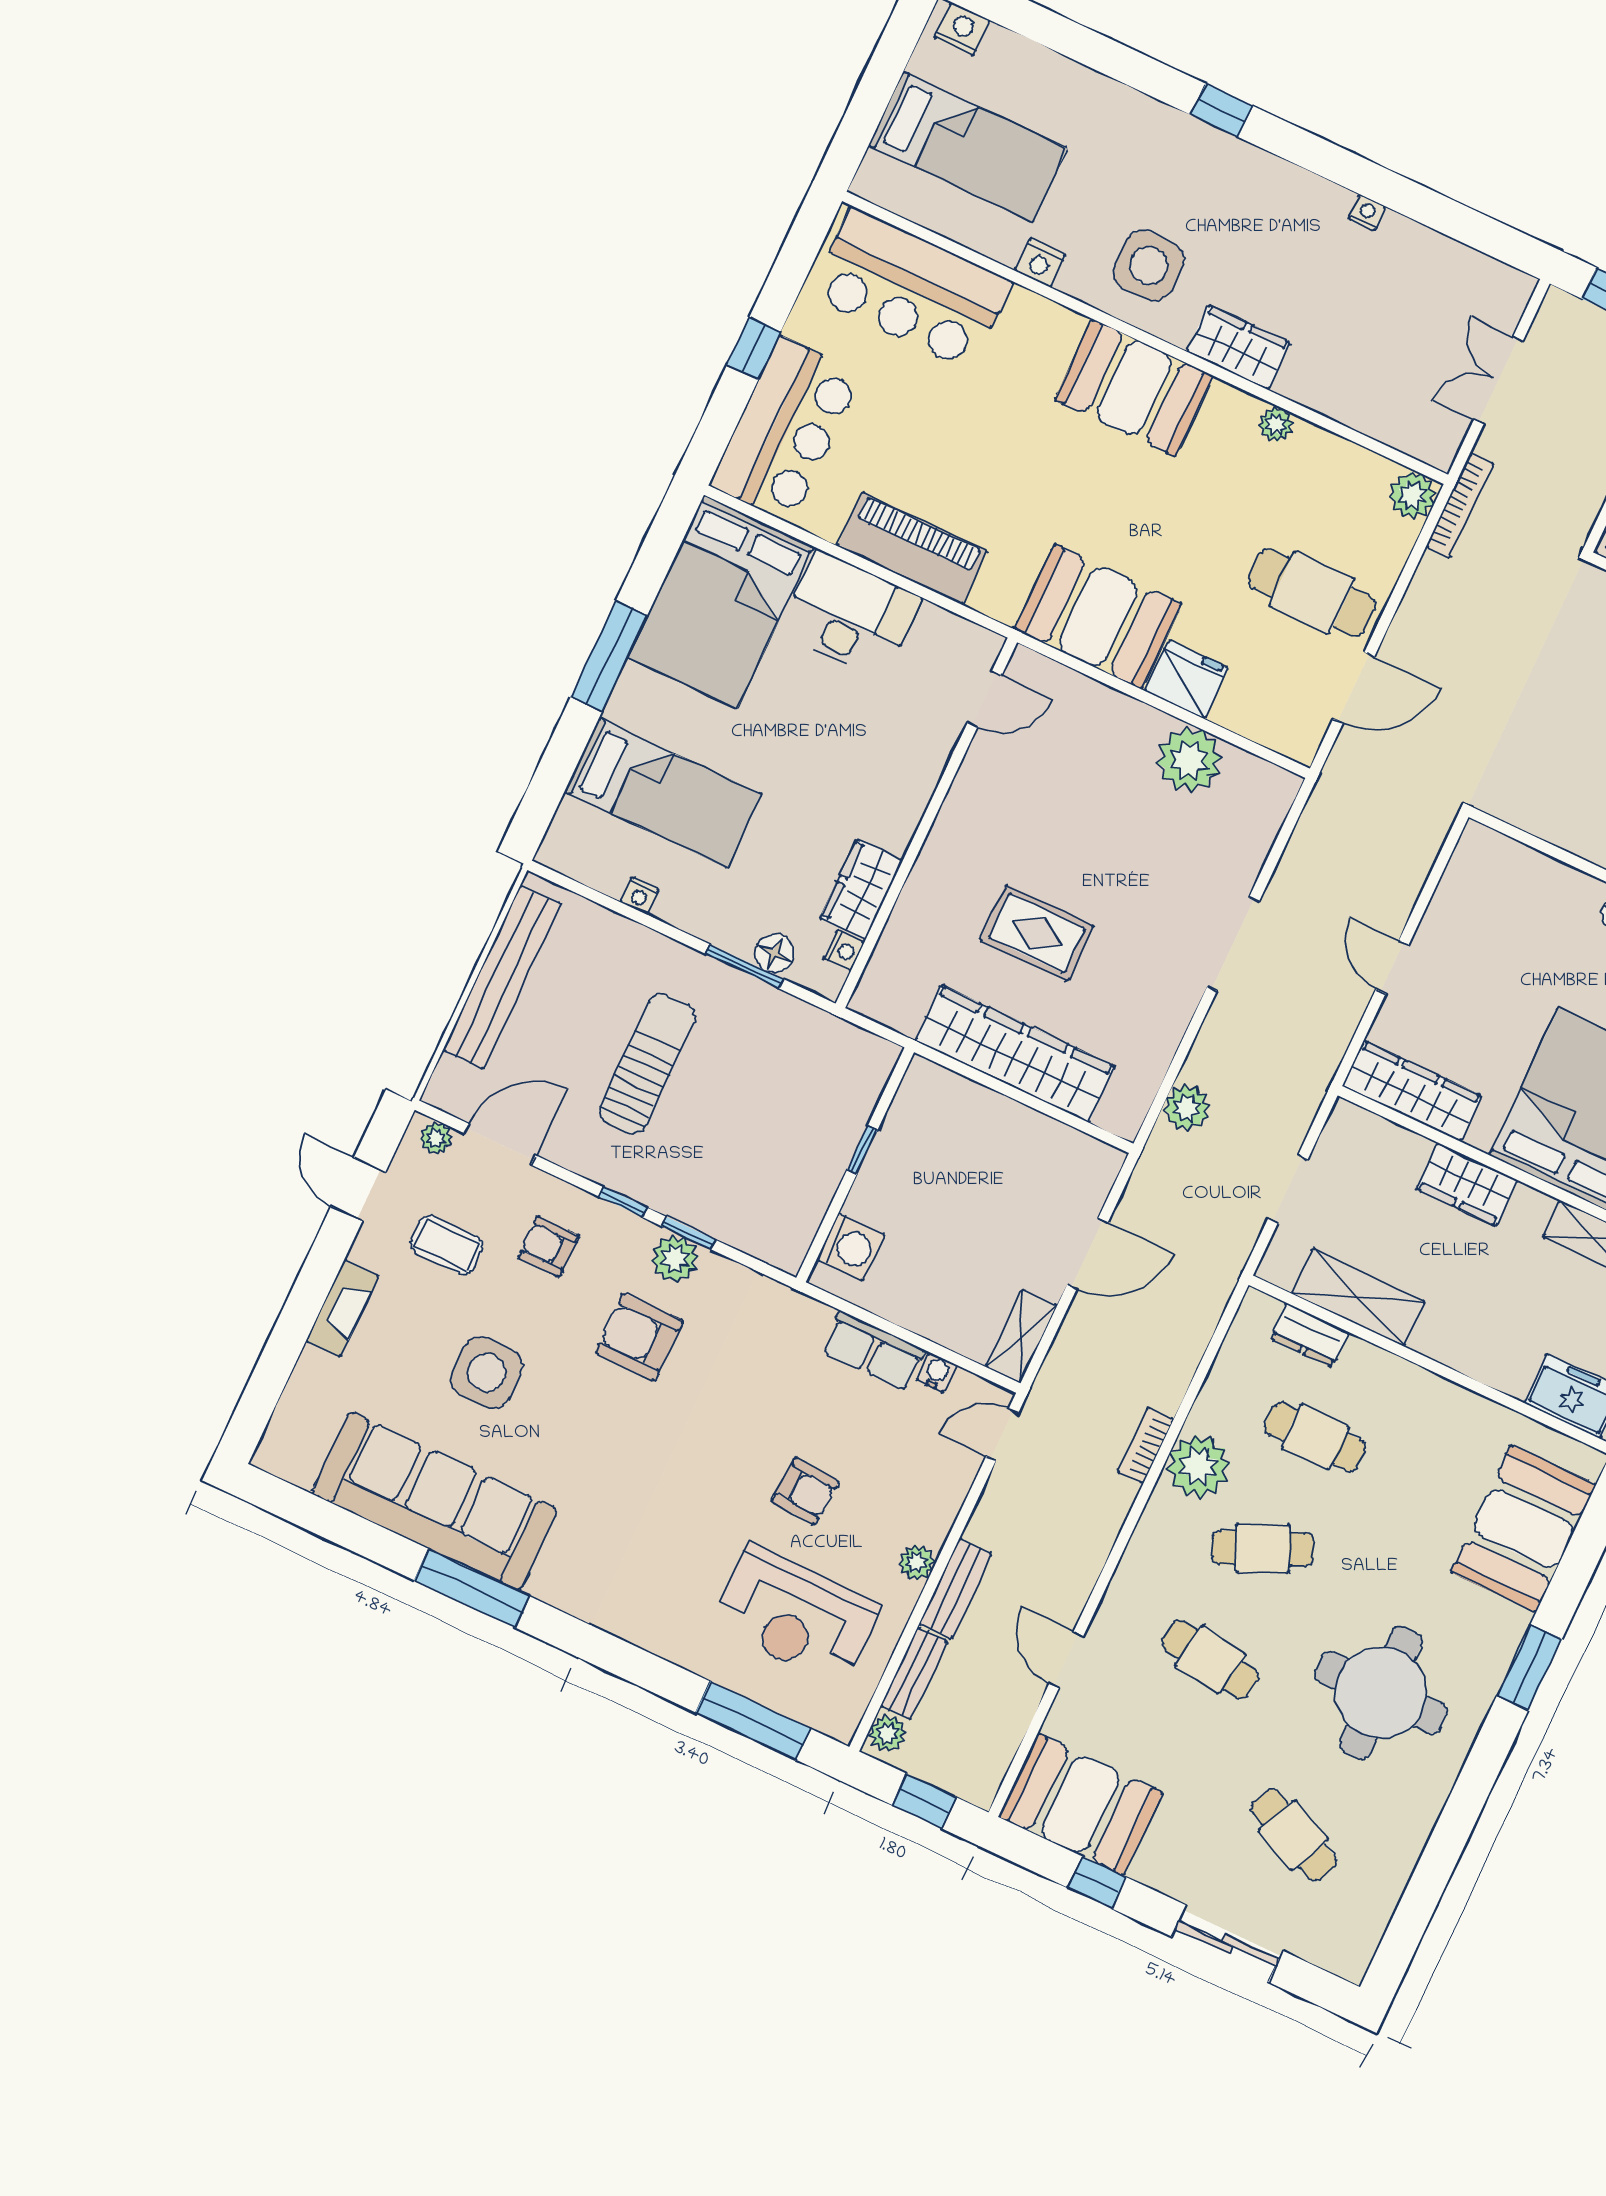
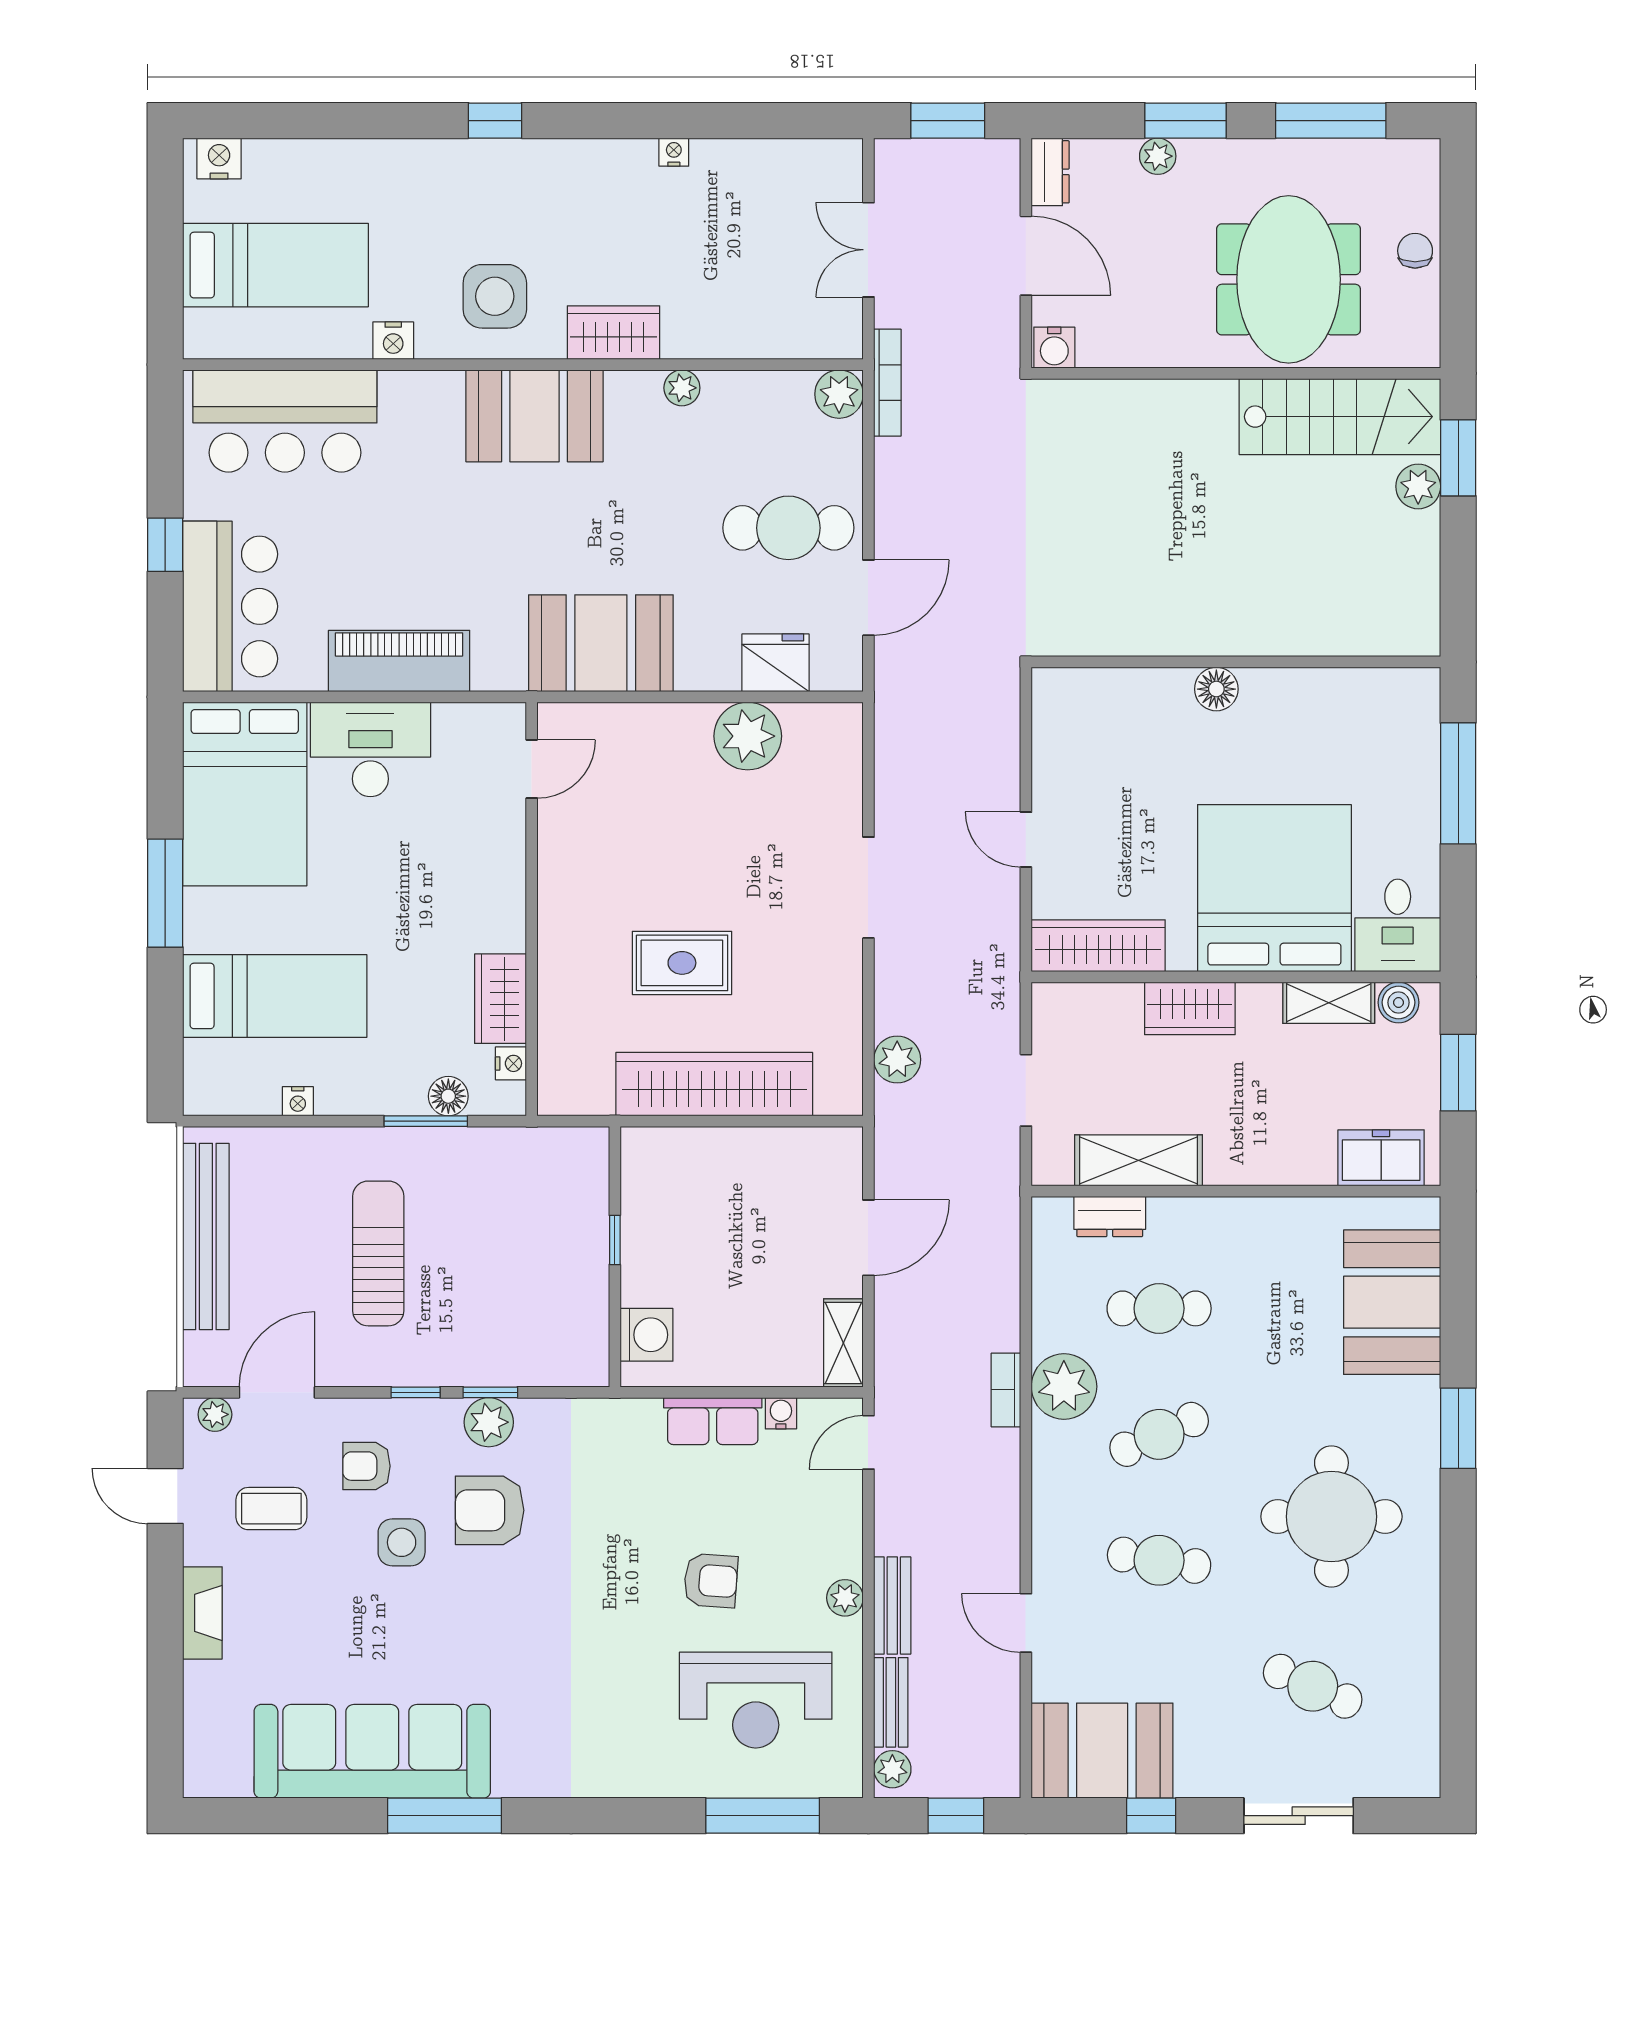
fridge: (1187, 679) -> (775, 663), moved
side table: (487, 1373) -> (402, 1542), moved, width x0.73, depth x0.73

